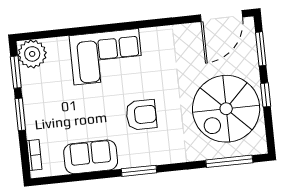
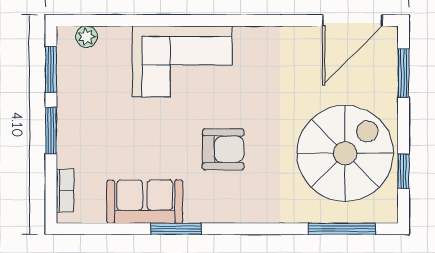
plant: (32, 54) -> (86, 37), width x0.53, depth x0.53
window: (266, 95) -> (404, 171), moved
spiral stairs: (226, 109) -> (345, 153), turned 180
window: (139, 171) -> (176, 229), moved

